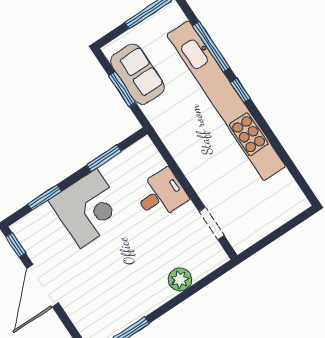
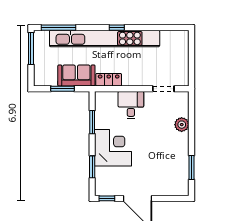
window: (211, 47) -> (58, 28), moved
sofa: (138, 74) -> (76, 76), moved
window: (240, 90) -> (117, 28), moved
locker: (175, 143) -> (109, 80), added

